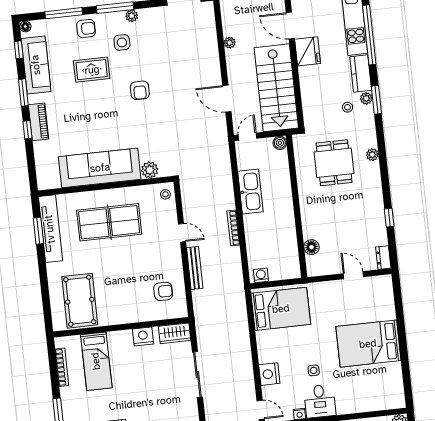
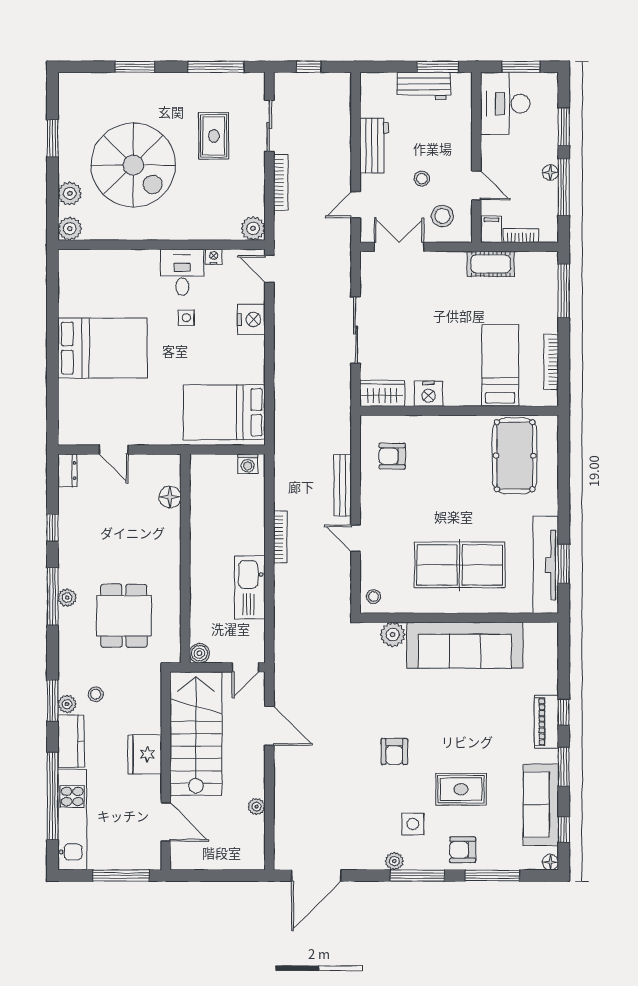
fridge: (308, 51) -> (145, 754), moved
armchair: (140, 90) -> (394, 752), turned 180
plant: (372, 155) -> (67, 598), moved
window: (384, 171) -> (53, 597), added

